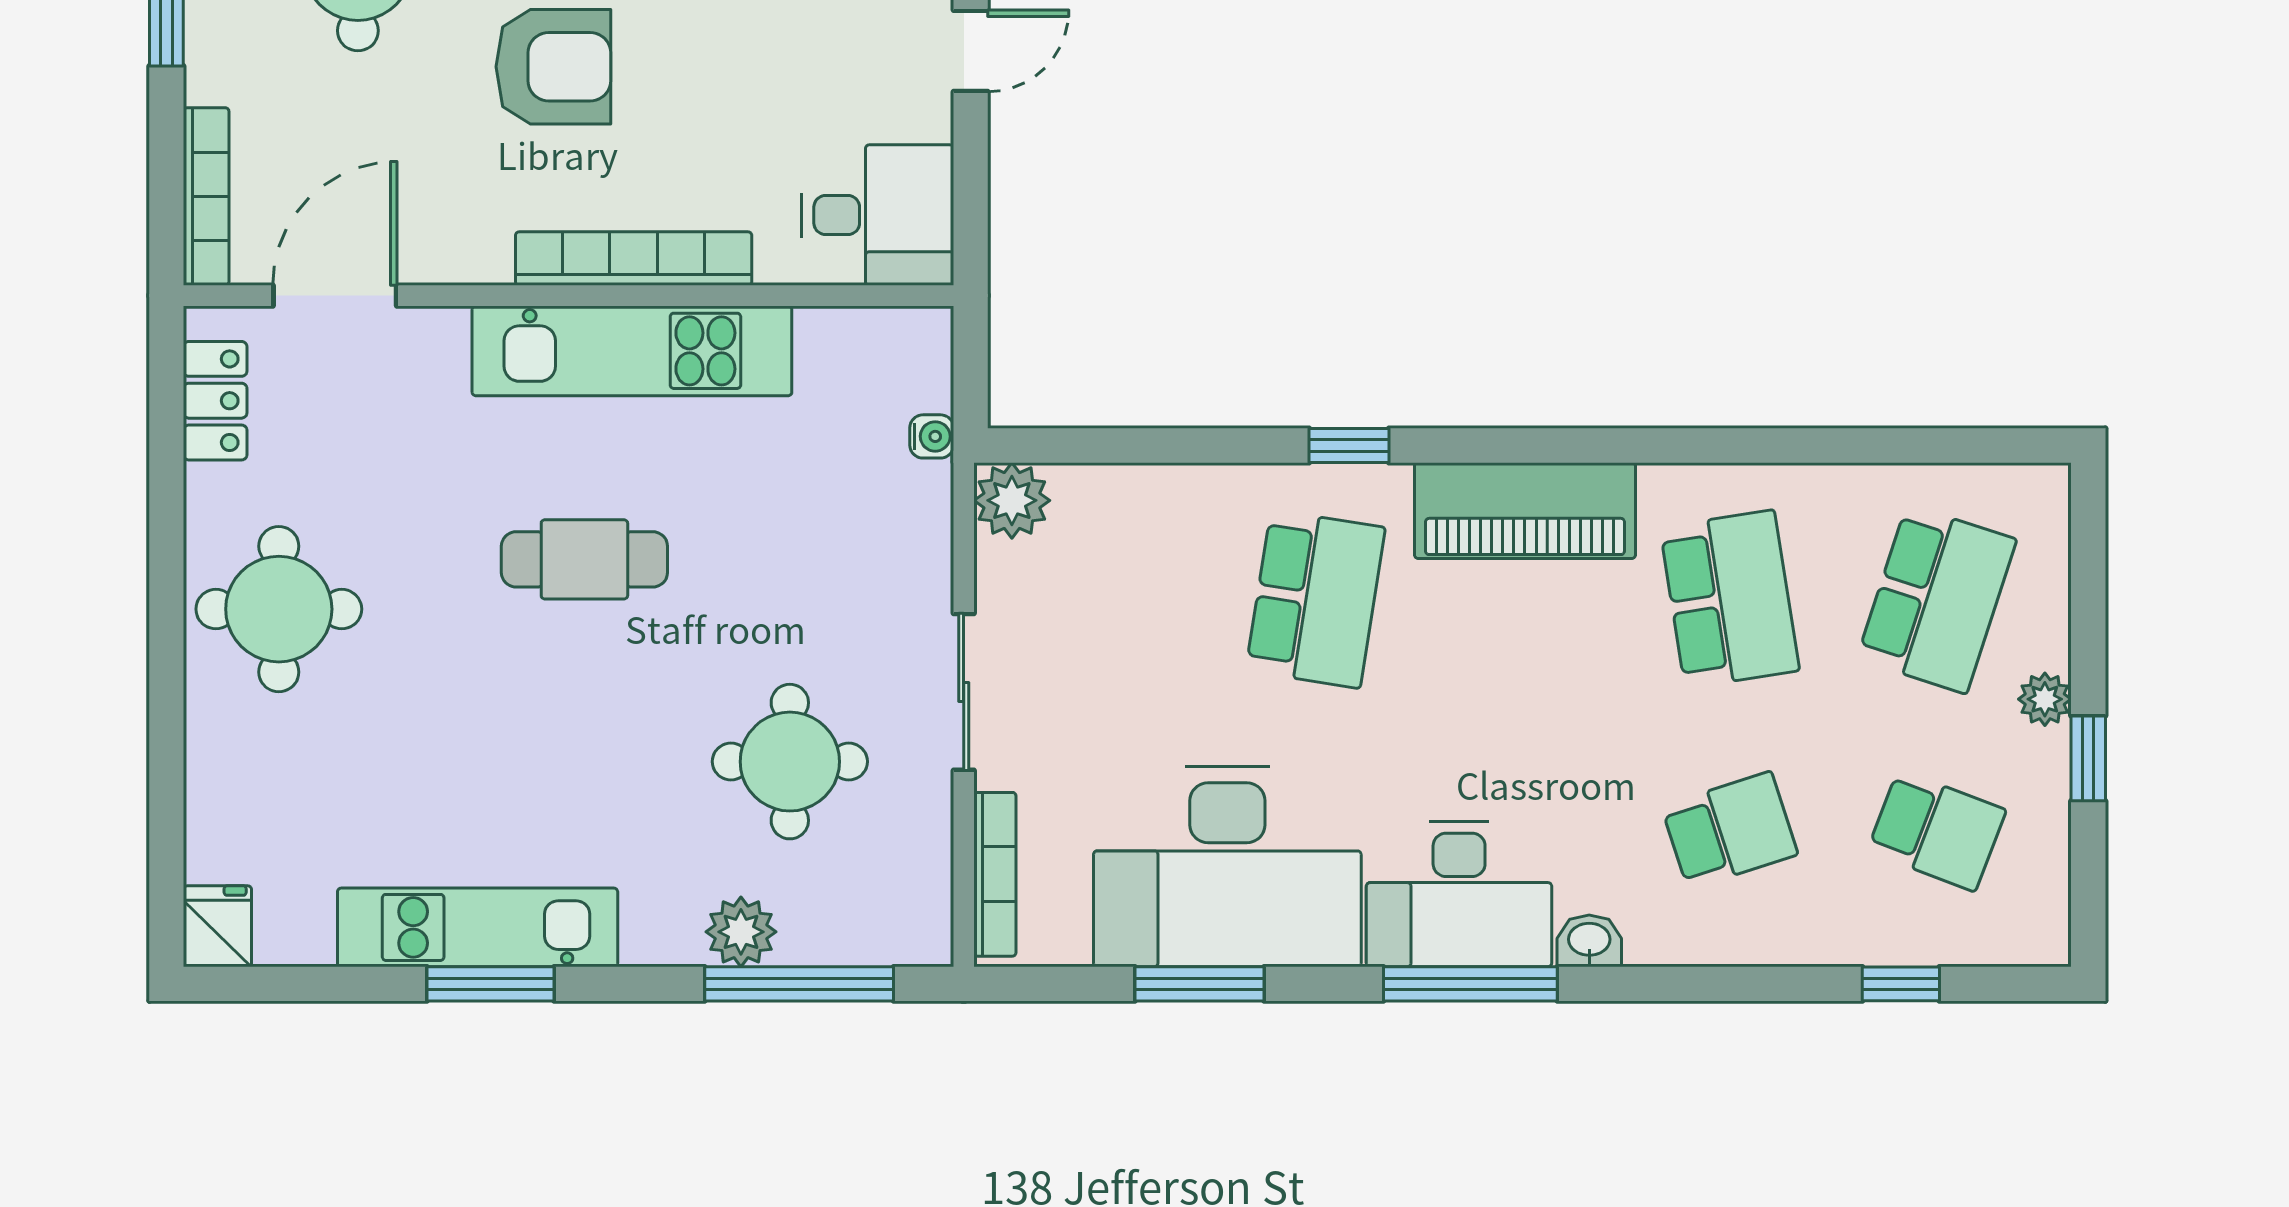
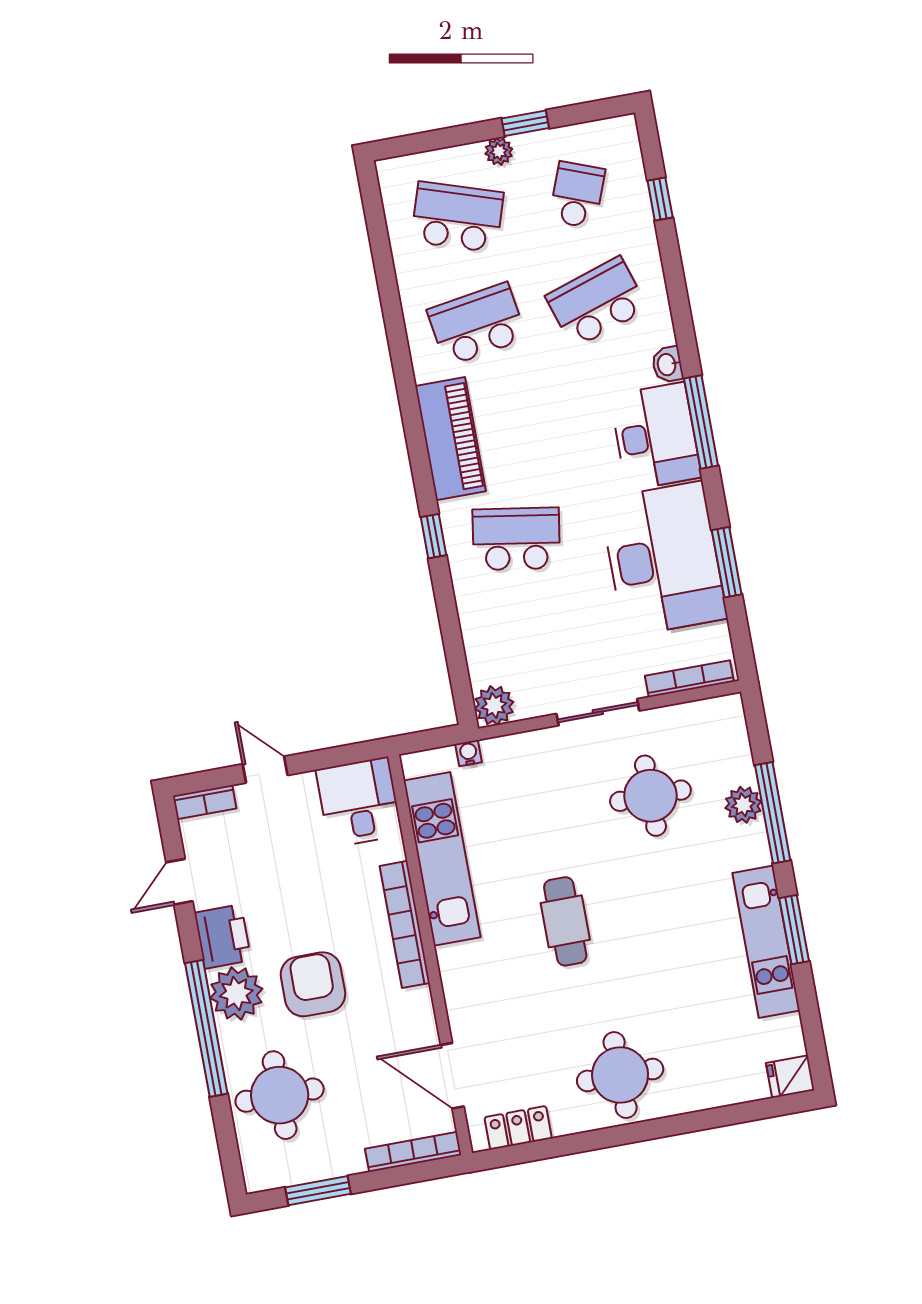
kitchen unit: (632, 351) -> (442, 859), moved
school desk: (1730, 830) -> (597, 302), width x1.85
window: (799, 984) -> (773, 813), moved

